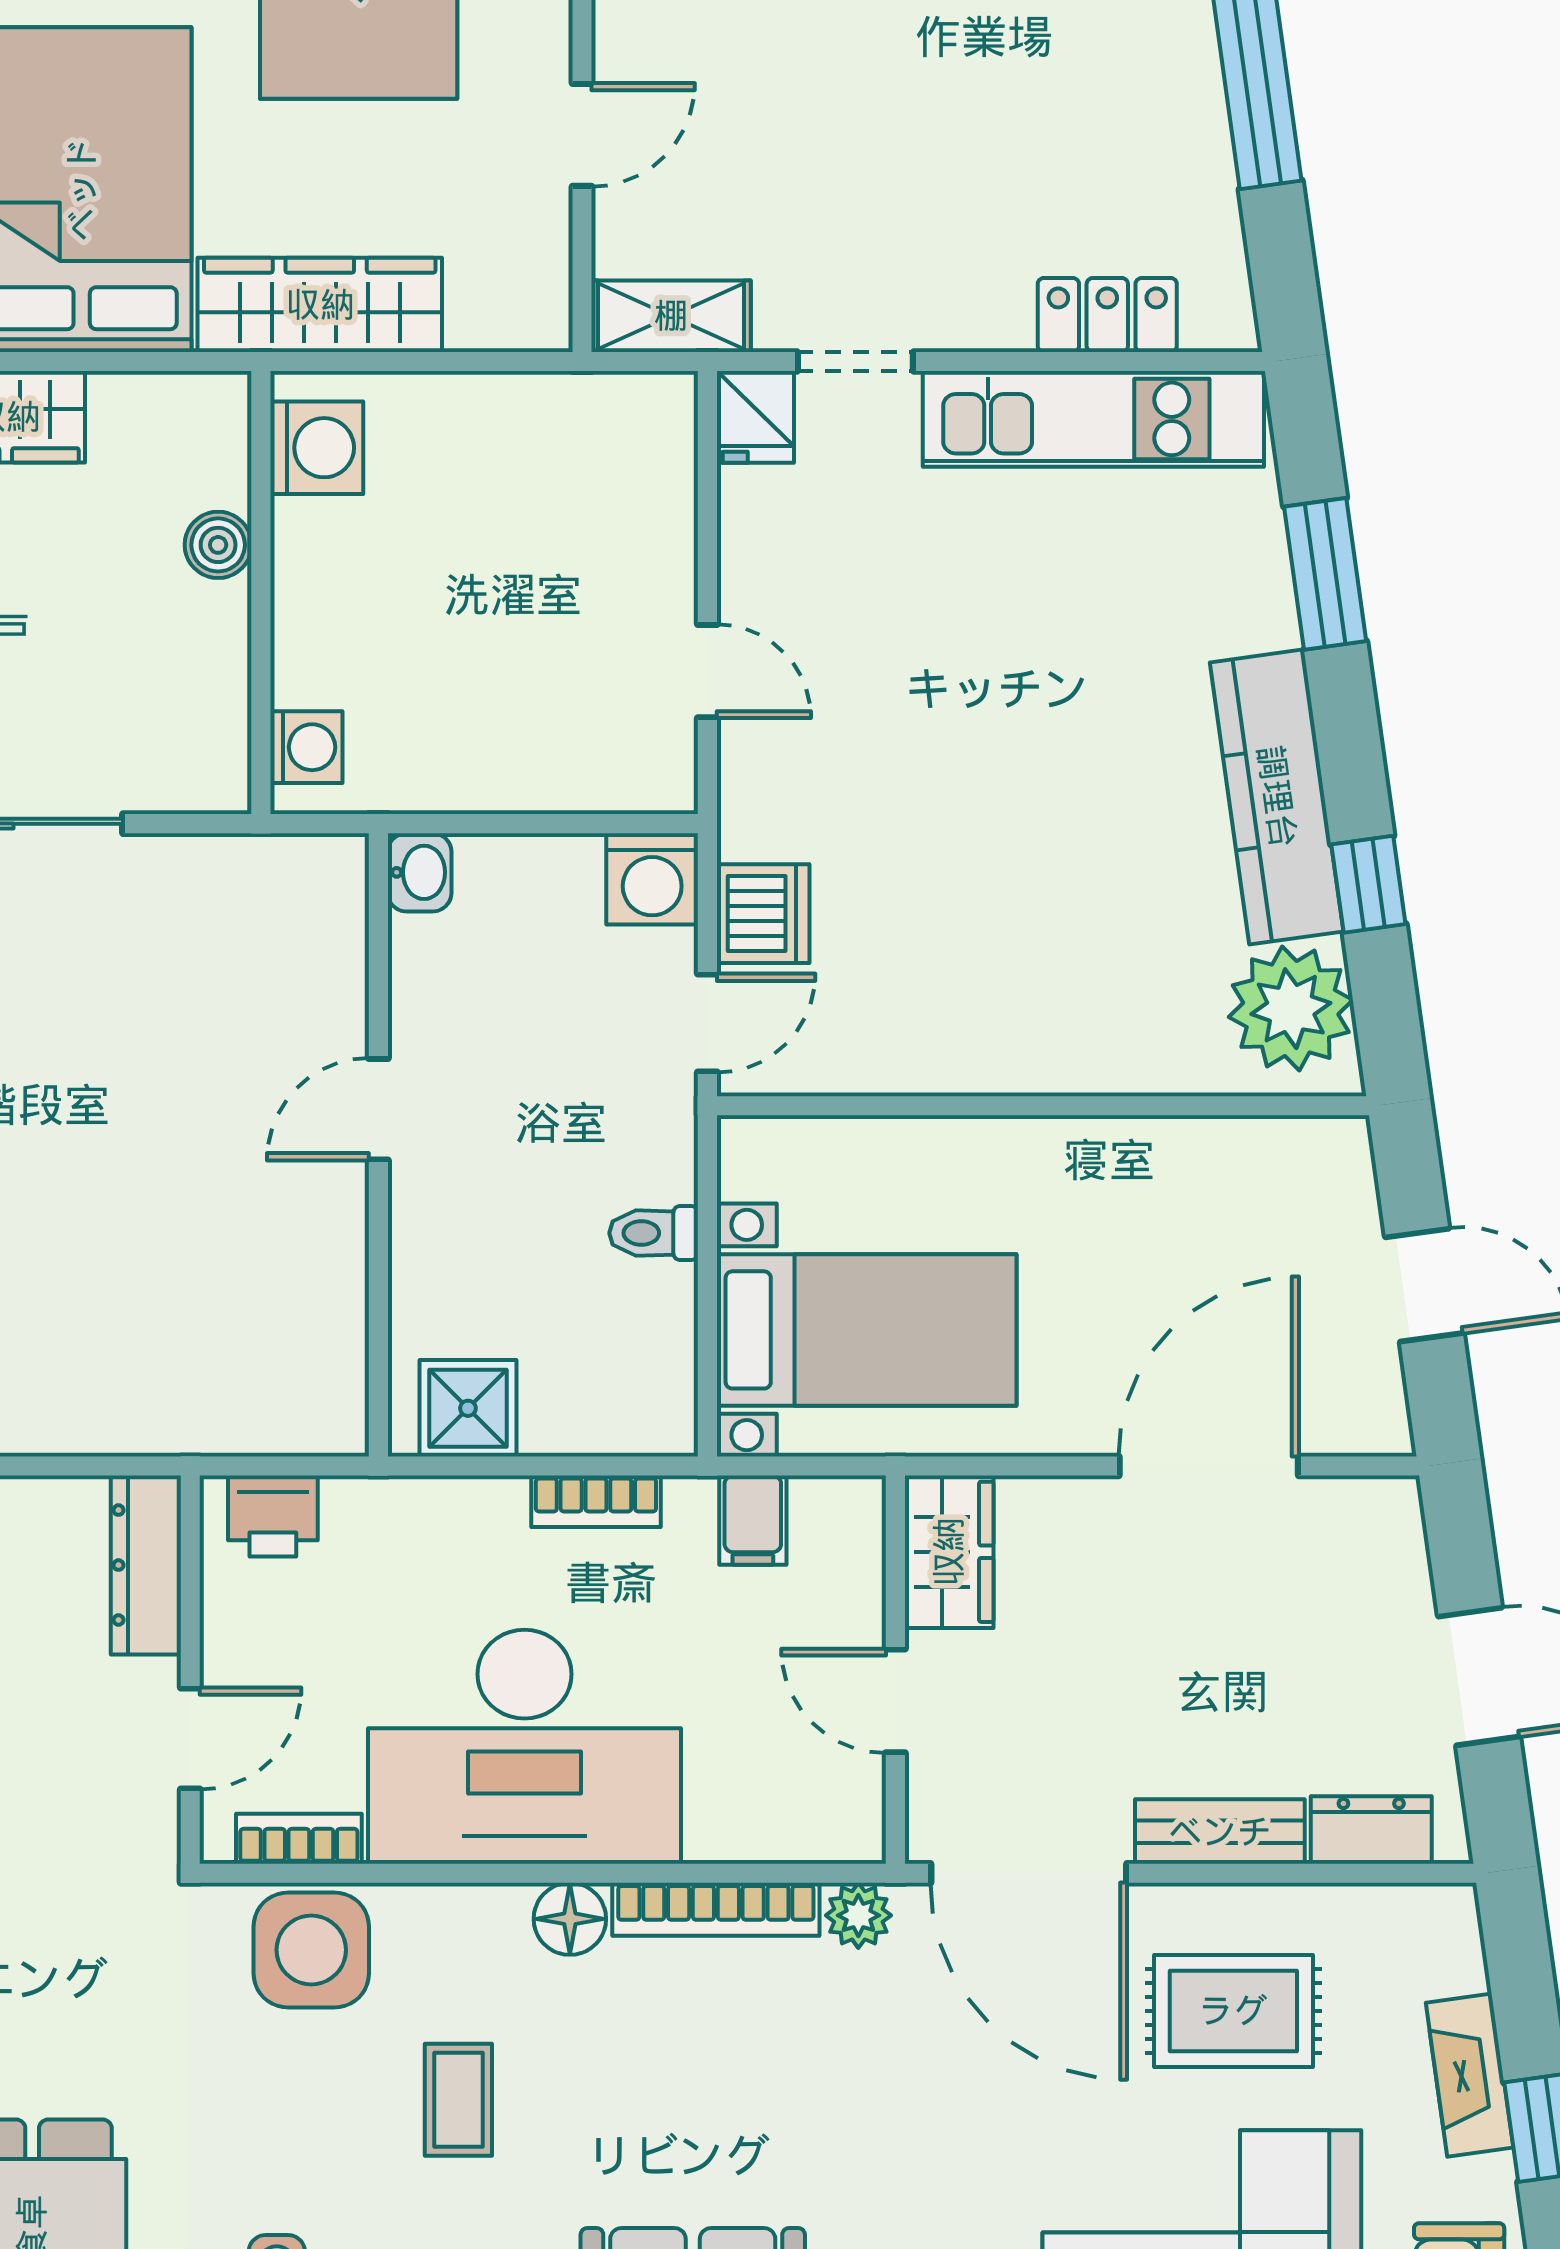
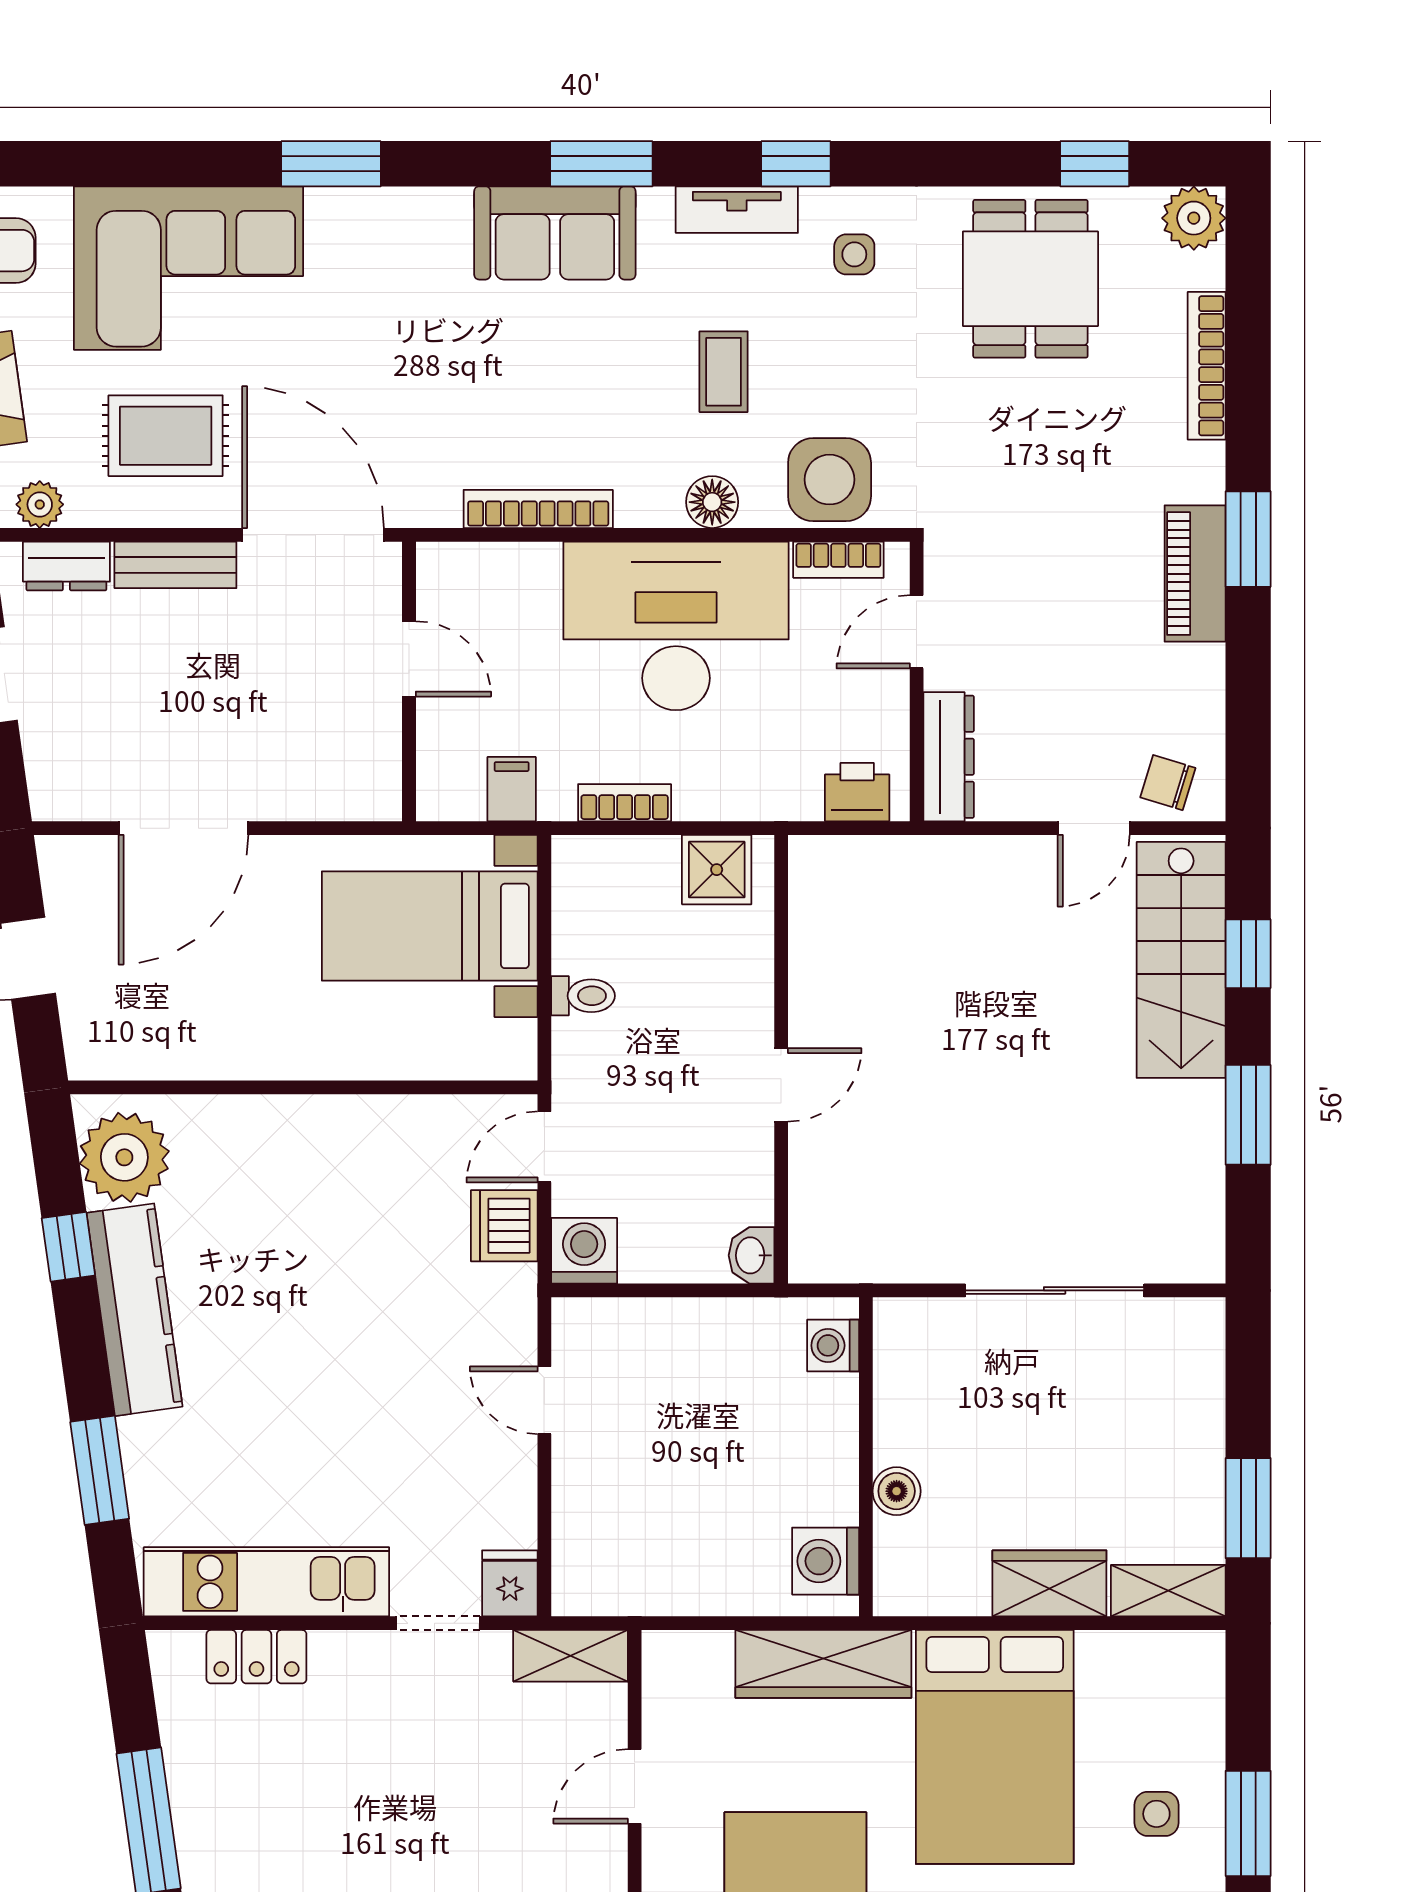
wardrobe: (949, 1552) -> (370, 766), removed
plant: (858, 1915) -> (40, 504), moved
floor lamp: (570, 1919) -> (712, 502), moved

